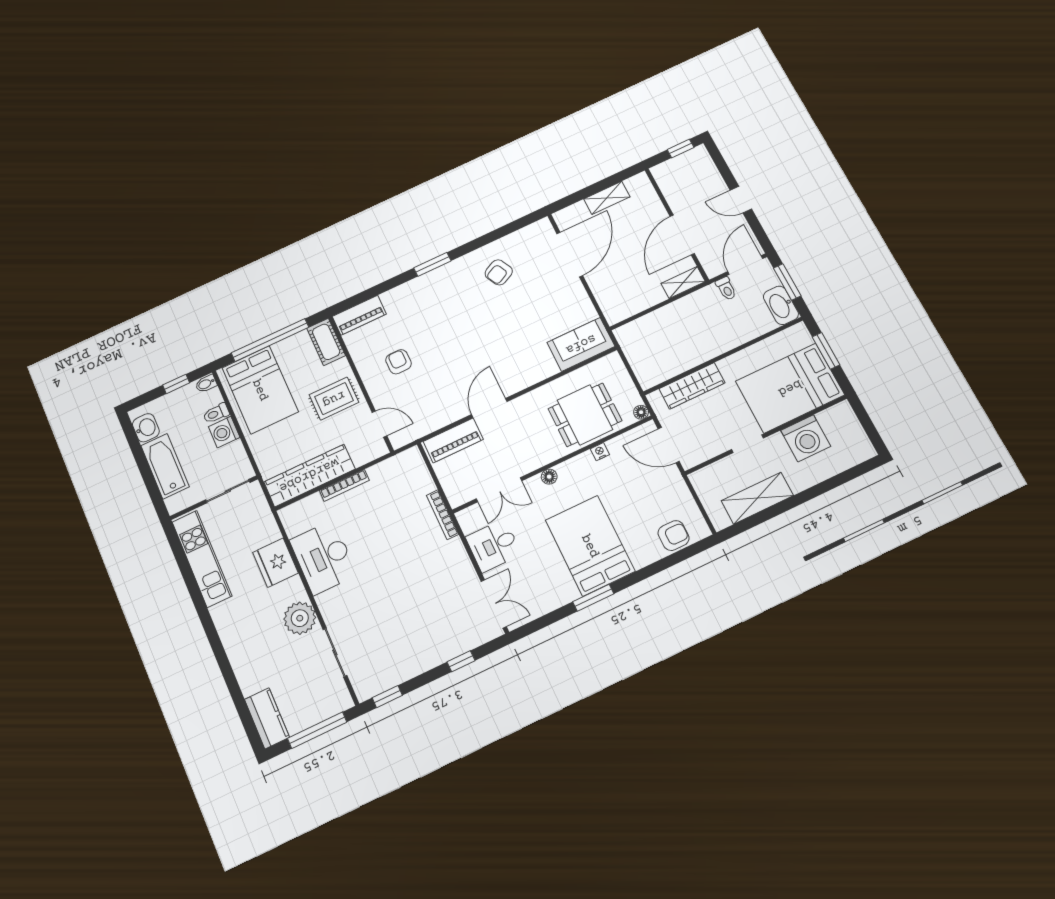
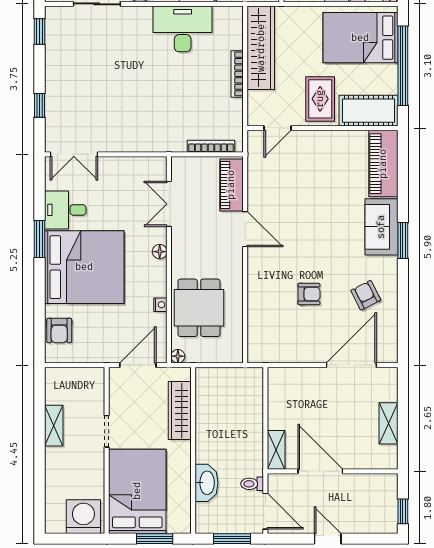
door: (741, 200) -> (328, 539), hinge flipped
door: (570, 254) -> (351, 365), swing flipped
washbasin: (781, 305) -> (206, 483), moved, turned 90
piano: (359, 315) -> (383, 164), width x1.37, depth x1.33
cot: (326, 342) -> (368, 111), width x1.37, depth x1.34
sofa: (581, 344) -> (381, 227), moved, turned 180
armchair: (399, 362) -> (309, 294), moved
washing machine: (806, 438) -> (83, 517), moved, turned 90
shelving: (757, 498) -> (54, 426), width x0.67, depth x0.75
bookcase: (442, 515) -> (211, 146), moved
desk: (493, 546) -> (65, 210), moved, turned -90
bed: (590, 546) -> (84, 267), width x1.36

